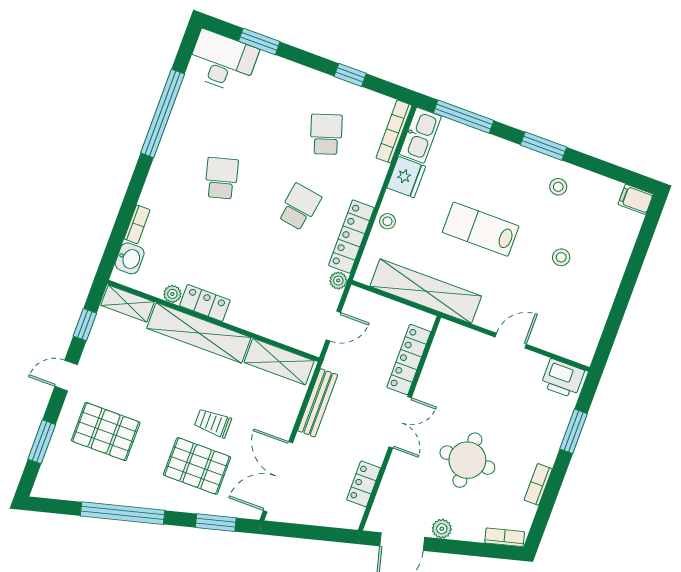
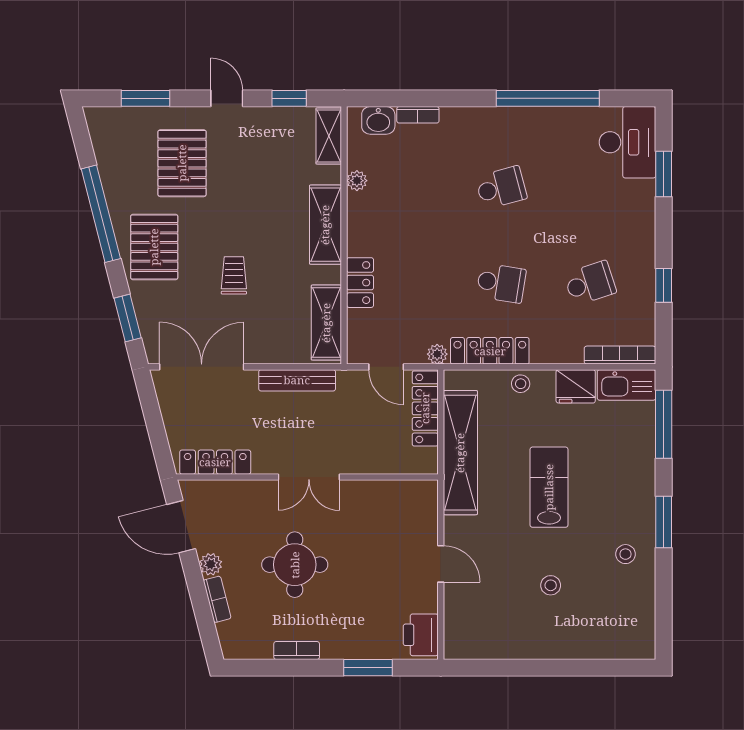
filing cabinet: (636, 199) -> (643, 643), removed
locker: (205, 303) -> (360, 283), moved
shelving: (199, 333) -> (325, 225), width x0.68
locker: (409, 360) -> (425, 408), moved, turned -90
pallet: (197, 466) -> (154, 247), moved
locker: (364, 484) -> (215, 462), width x1.53
bookcase: (505, 537) -> (217, 599), moved

